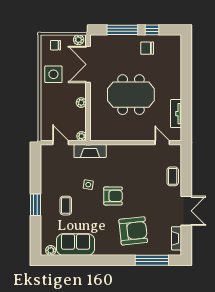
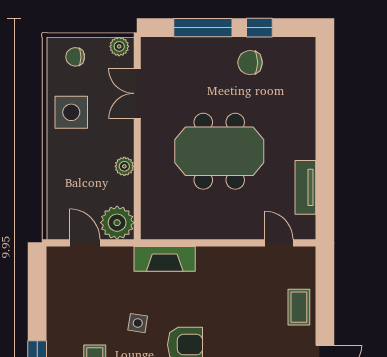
double door: (88, 64) -> (137, 93), width x0.73
plant: (82, 136) -> (117, 223), width x1.88, depth x1.88
fireplace: (90, 151) -> (165, 259), moved

